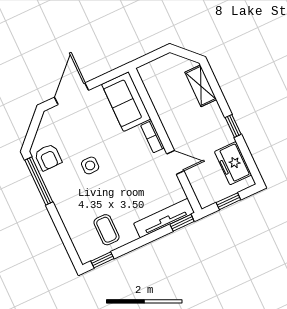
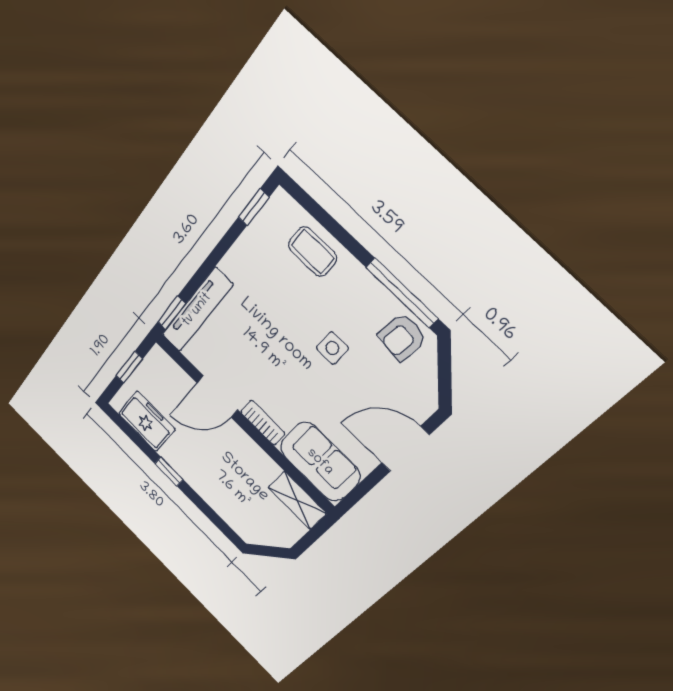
shelving: (201, 86) -> (297, 500), moved
door: (72, 94) -> (405, 449), swing flipped
armchair: (48, 157) -> (402, 337), turned -84
door: (175, 162) -> (217, 396), width x1.38
coffee table: (106, 230) -> (313, 251), moved

